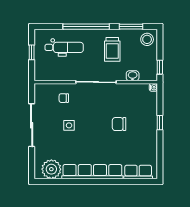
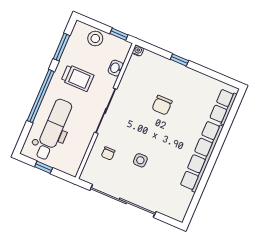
stool: (147, 39) -> (95, 39), moved
dental chair: (64, 47) -> (53, 130), width x1.36, depth x1.38
sliding door: (32, 125) -> (123, 201), width x1.36
plant: (51, 169) -> (180, 200), removed

